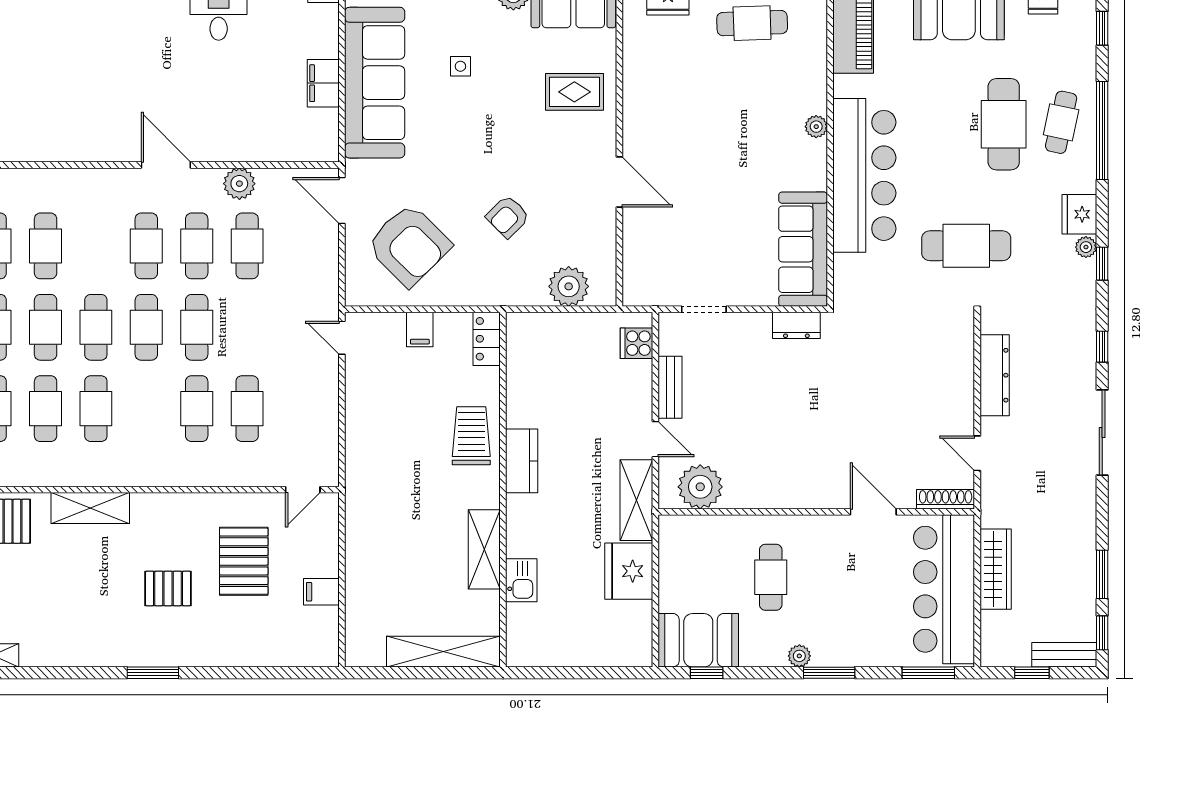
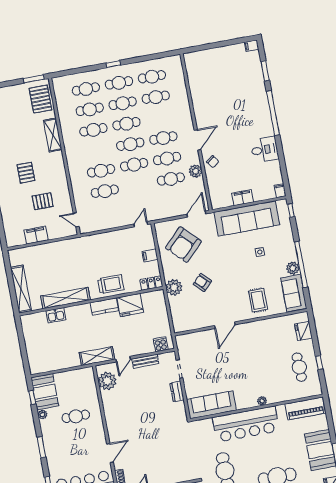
chair: (224, 138) -> (213, 162), added
plant: (569, 286) -> (174, 287), moved
dresser: (796, 325) -> (177, 391), moved
shelving: (484, 549) -> (66, 298), width x1.47
pallet: (244, 561) -> (43, 201), width x0.67, depth x0.71
fridge: (629, 571) -> (130, 305), moved, turned 180
filing cabinet: (321, 592) -> (36, 235), width x2.00
plant: (799, 656) -> (42, 415), moved

